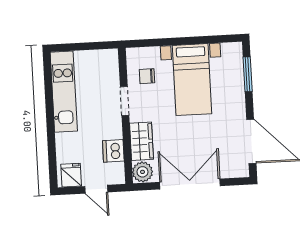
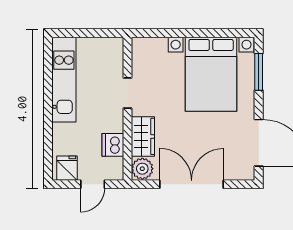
chair: (147, 76) -> (152, 68), removed
bed with nightstands: (192, 80) -> (211, 74), width x1.36
door: (96, 189) -> (93, 184), hinge flipped

